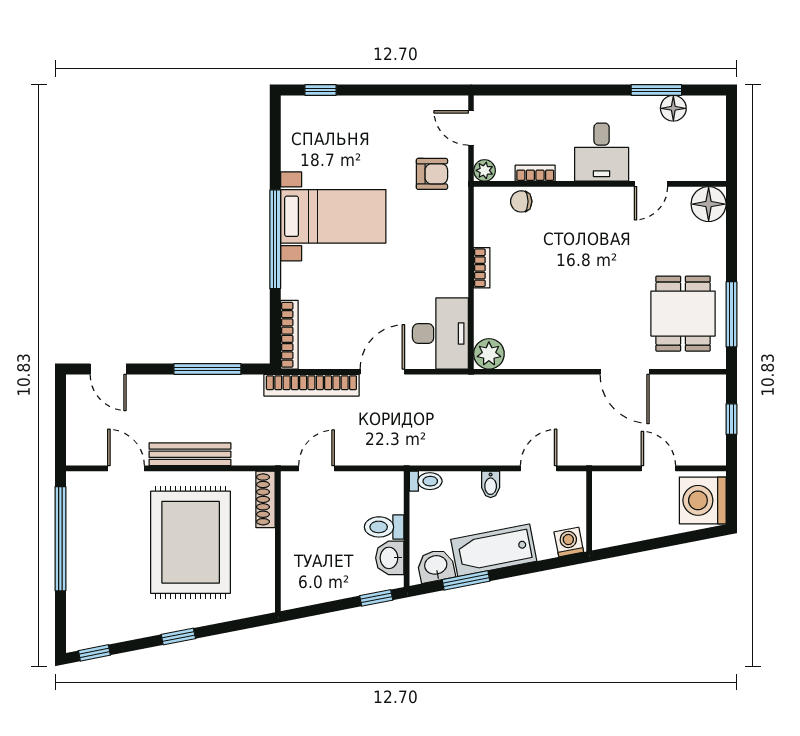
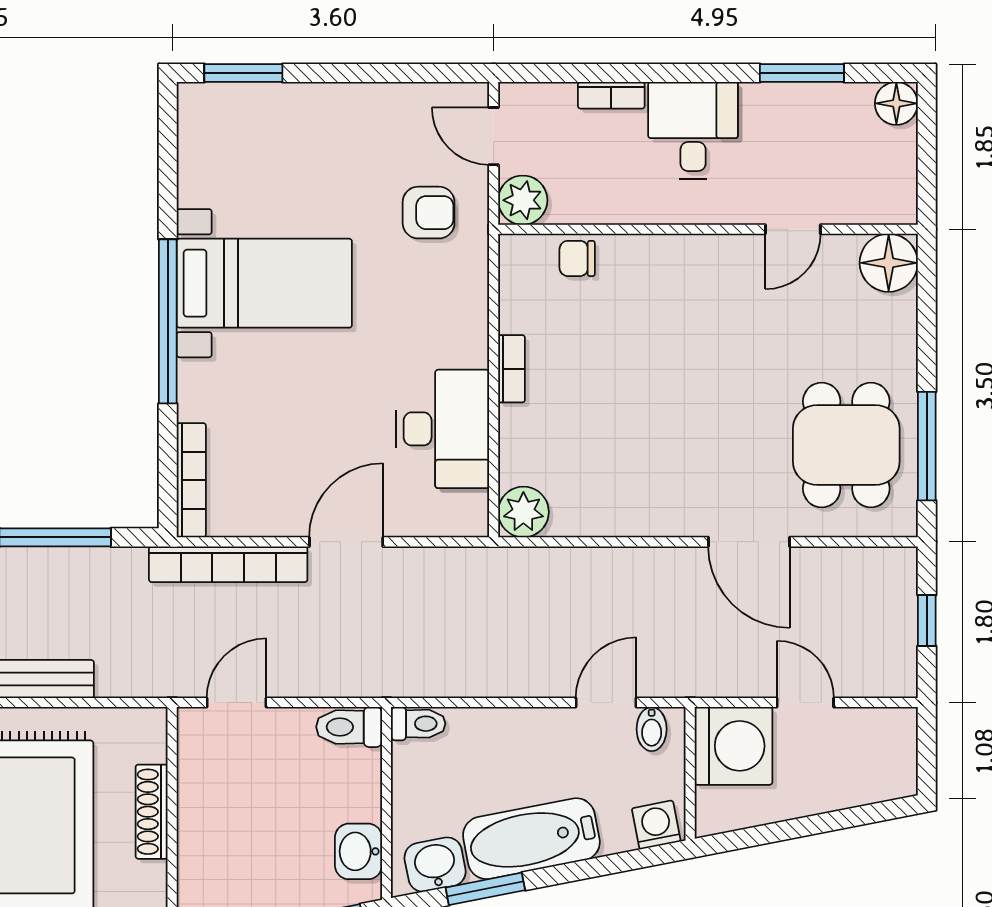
window: (321, 90) -> (243, 73), width x1.50
floor lamp: (673, 108) -> (896, 103), moved
desk: (602, 152) -> (693, 130), moved, turned 180
plant: (485, 170) -> (523, 200), width x1.38, depth x1.38
bookcase: (535, 173) -> (611, 95), moved, turned 180
desk: (440, 334) -> (443, 429), moved
bidet: (491, 484) -> (652, 729), moved
shoe rack: (266, 499) -> (152, 812), moved
washing machine: (703, 500) -> (733, 746), moved, turned 180
toilet: (384, 527) -> (349, 727), moved

